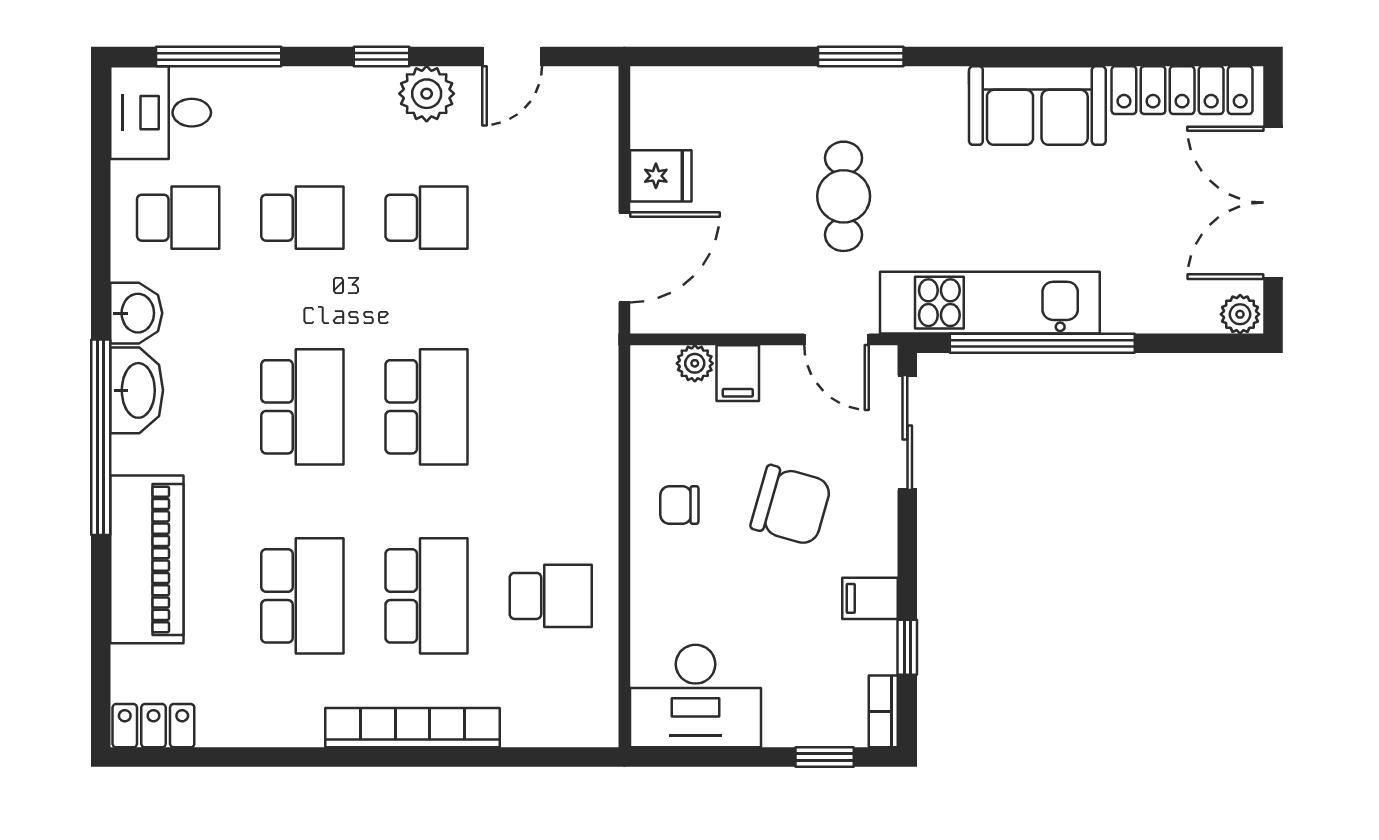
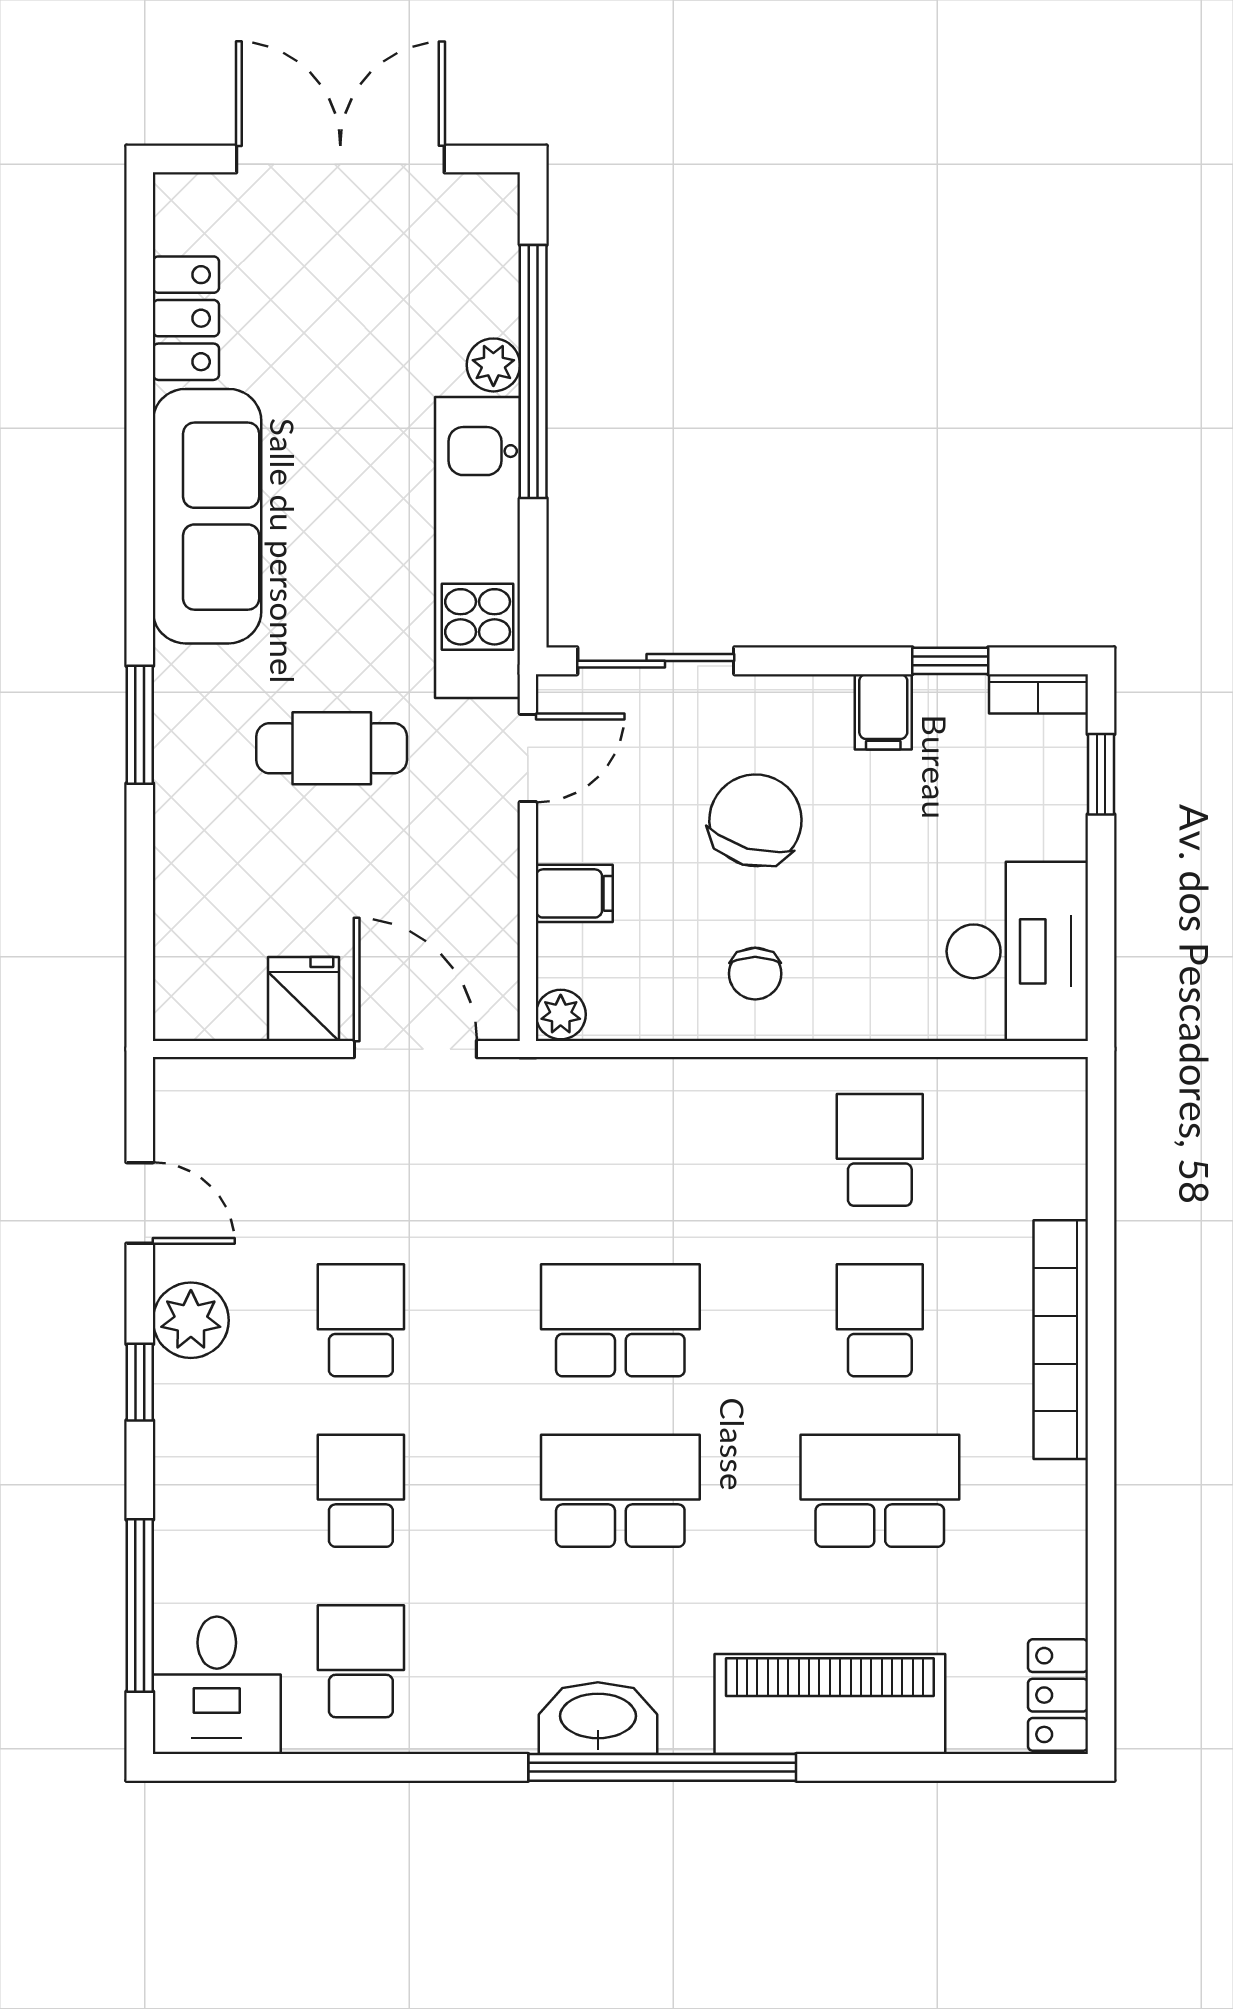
locker: (1182, 90) -> (186, 318), width x0.66
sofa: (1037, 106) -> (207, 516), width x1.36
double door: (1273, 203) -> (340, 159), swing flipped
washbasin: (136, 313) -> (492, 1719), removed
plant: (1240, 314) -> (493, 365), moved
window: (1042, 343) -> (533, 371), moved
plant: (695, 363) -> (561, 1014), moved
school desk: (427, 596) -> (880, 1320), width x0.54

